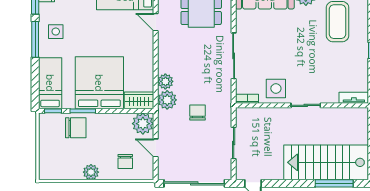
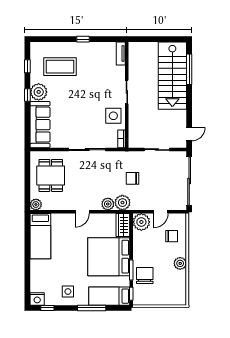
door: (156, 22) -> (82, 212), moved
window: (35, 39) -> (92, 308), moved

